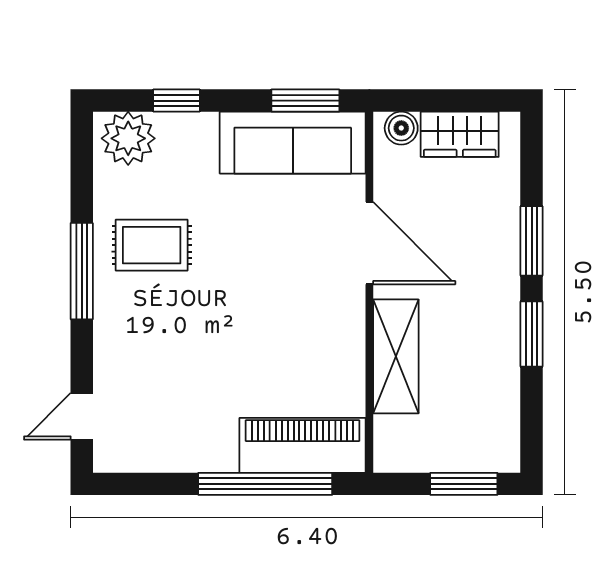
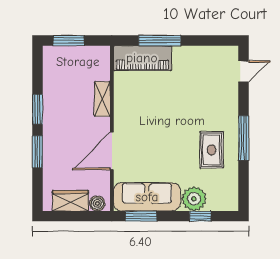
plant: (128, 138) -> (194, 199), moved
door: (369, 243) -> (112, 151), hinge flipped
rug: (152, 245) -> (212, 150), turned 90
shelving: (396, 356) -> (102, 99), width x0.67, depth x0.75
window: (265, 484) -> (160, 40), width x0.68

